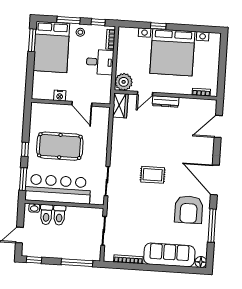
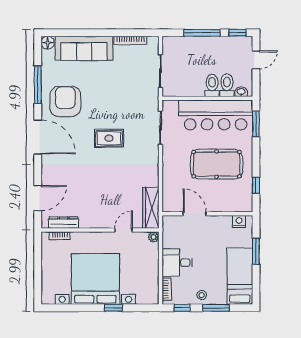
window: (32, 40) -> (256, 251), moved
bed: (51, 47) -> (240, 276), width x0.67
plant: (124, 82) -> (153, 237), width x0.53, depth x0.53
nightstand: (60, 96) -> (239, 221), moved
dresser: (166, 101) -> (63, 223), moved
wardrobe: (120, 105) -> (151, 208), width x1.50
window: (25, 149) -> (256, 185), moved
window: (77, 263) -> (202, 33), moved

